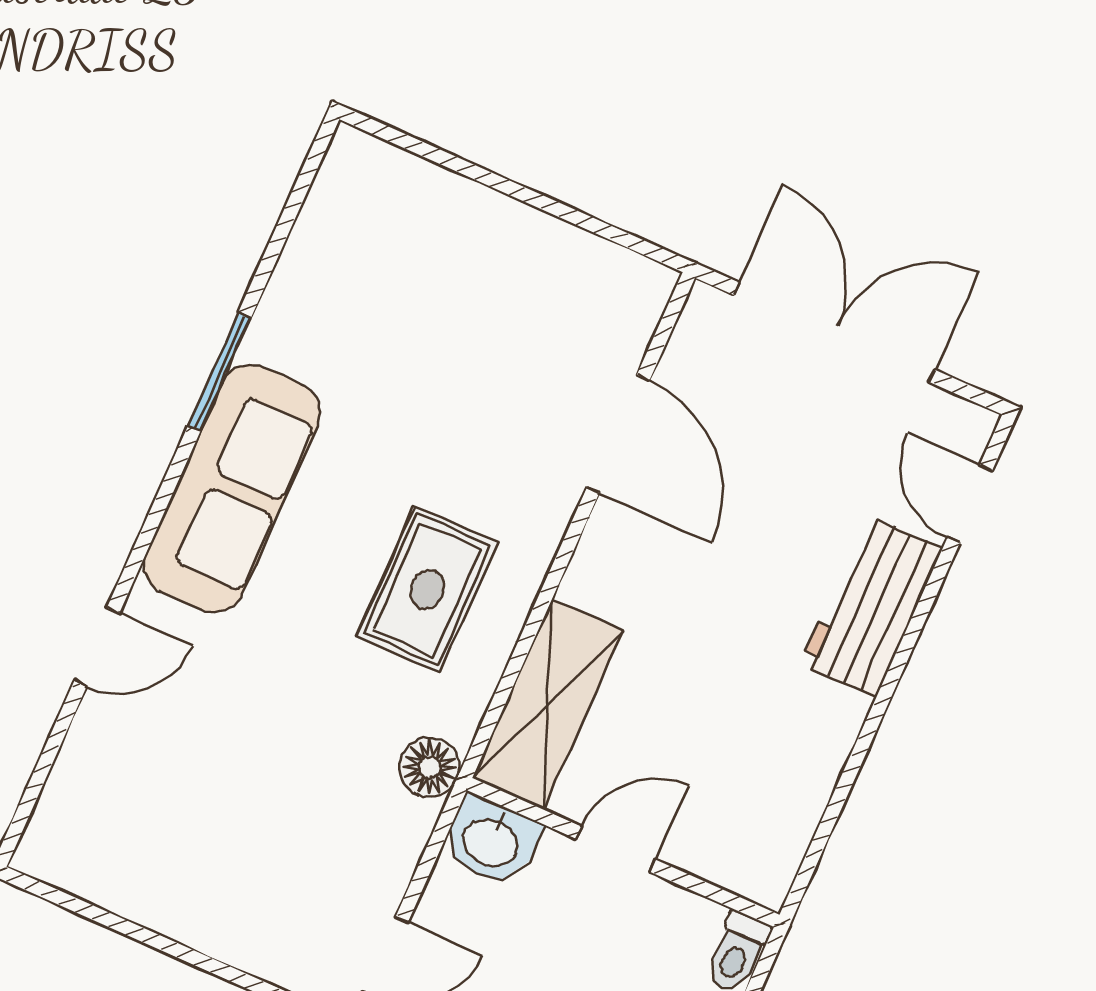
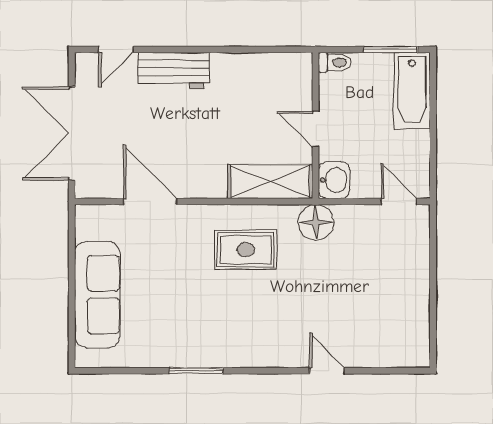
door: (618, 434) -> (150, 201), hinge flipped
sofa: (232, 489) -> (97, 295), moved, turned 90
floor lamp: (430, 767) -> (316, 222), width x1.38, depth x1.38

